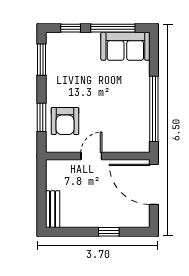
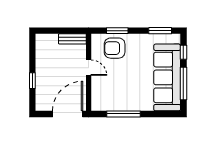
sofa: (125, 46) -> (167, 77), width x1.85, depth x1.27
window: (154, 109) -> (124, 114), width x0.68
bench: (53, 209) -> (72, 39), moved

